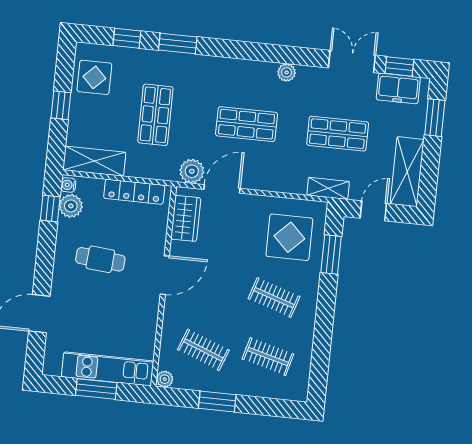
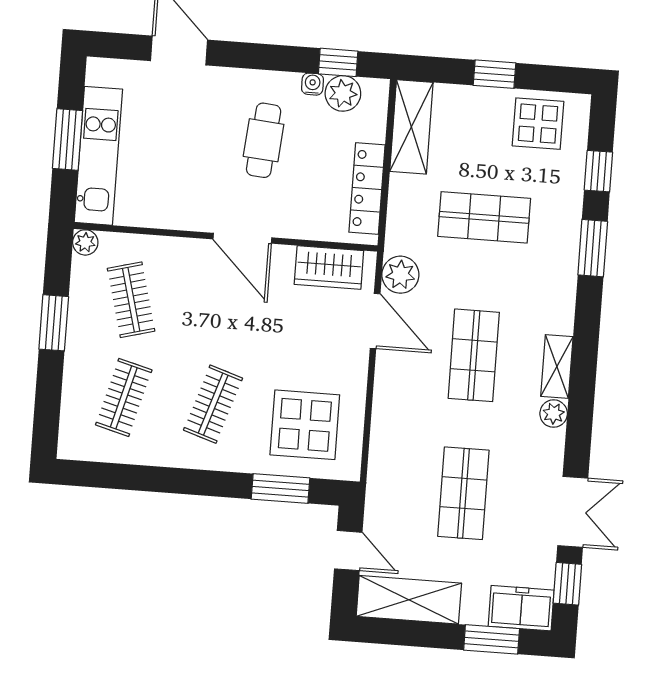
freezer: (398, 88) -> (521, 608), moved, turned 90
water cooler: (68, 185) -> (313, 84), moved
shelving: (328, 188) -> (557, 366), moved
clothes rail: (203, 350) -> (131, 300), turned -36

